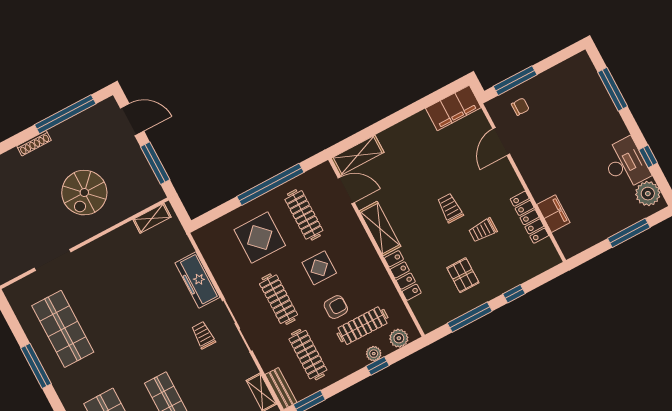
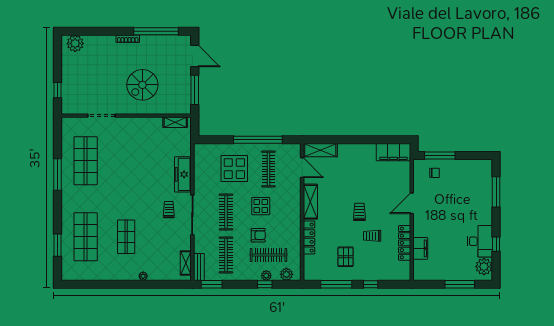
door: (501, 141) -> (412, 203), moved

